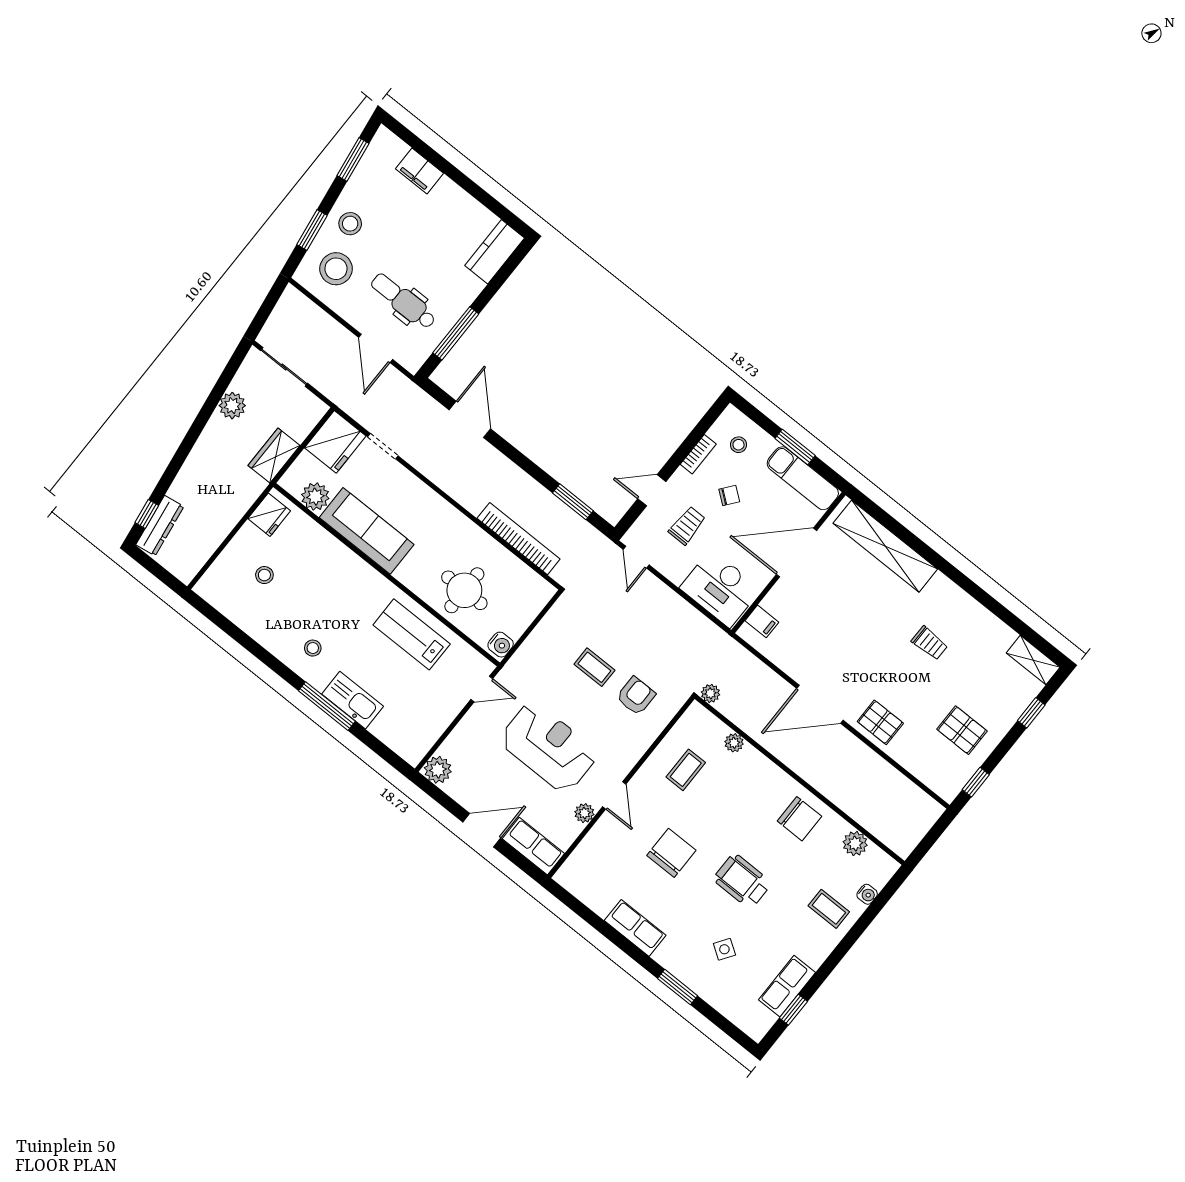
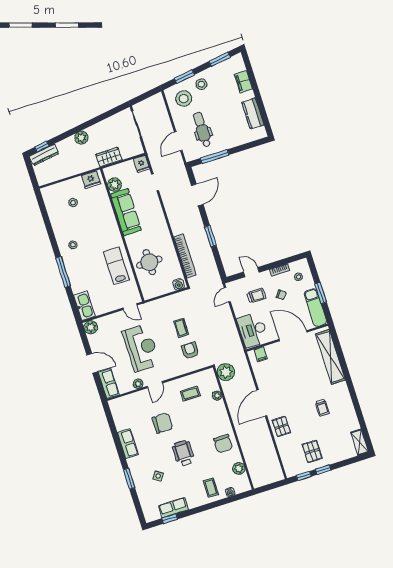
kitchen counter: (495, 252) -> (253, 114), moved, turned -90
plant: (232, 406) -> (81, 138), moved
fridge: (335, 442) -> (142, 164), width x0.53, depth x0.75
window: (573, 502) -> (210, 236), moved
water cooler: (501, 645) -> (179, 284), moved
plant: (710, 693) -> (226, 372), width x1.87, depth x1.87
armchair: (636, 696) -> (190, 350), turned -89
kitchen sink: (353, 700) -> (84, 306), moved
door: (820, 704) -> (262, 403), hinge flipped
window: (1031, 713) -> (323, 470), moved

